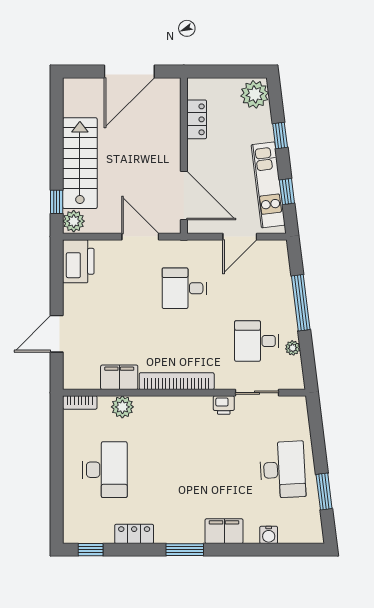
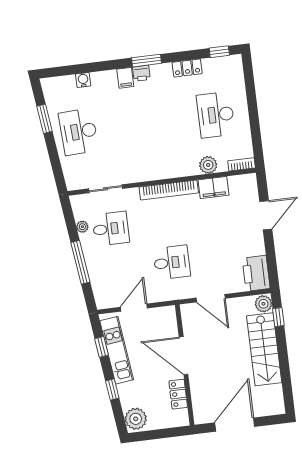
door: (184, 195) -> (184, 356), moved
printer: (224, 405) -> (141, 73), moved, turned 180
filing cabinet: (224, 531) -> (125, 78), width x0.50

